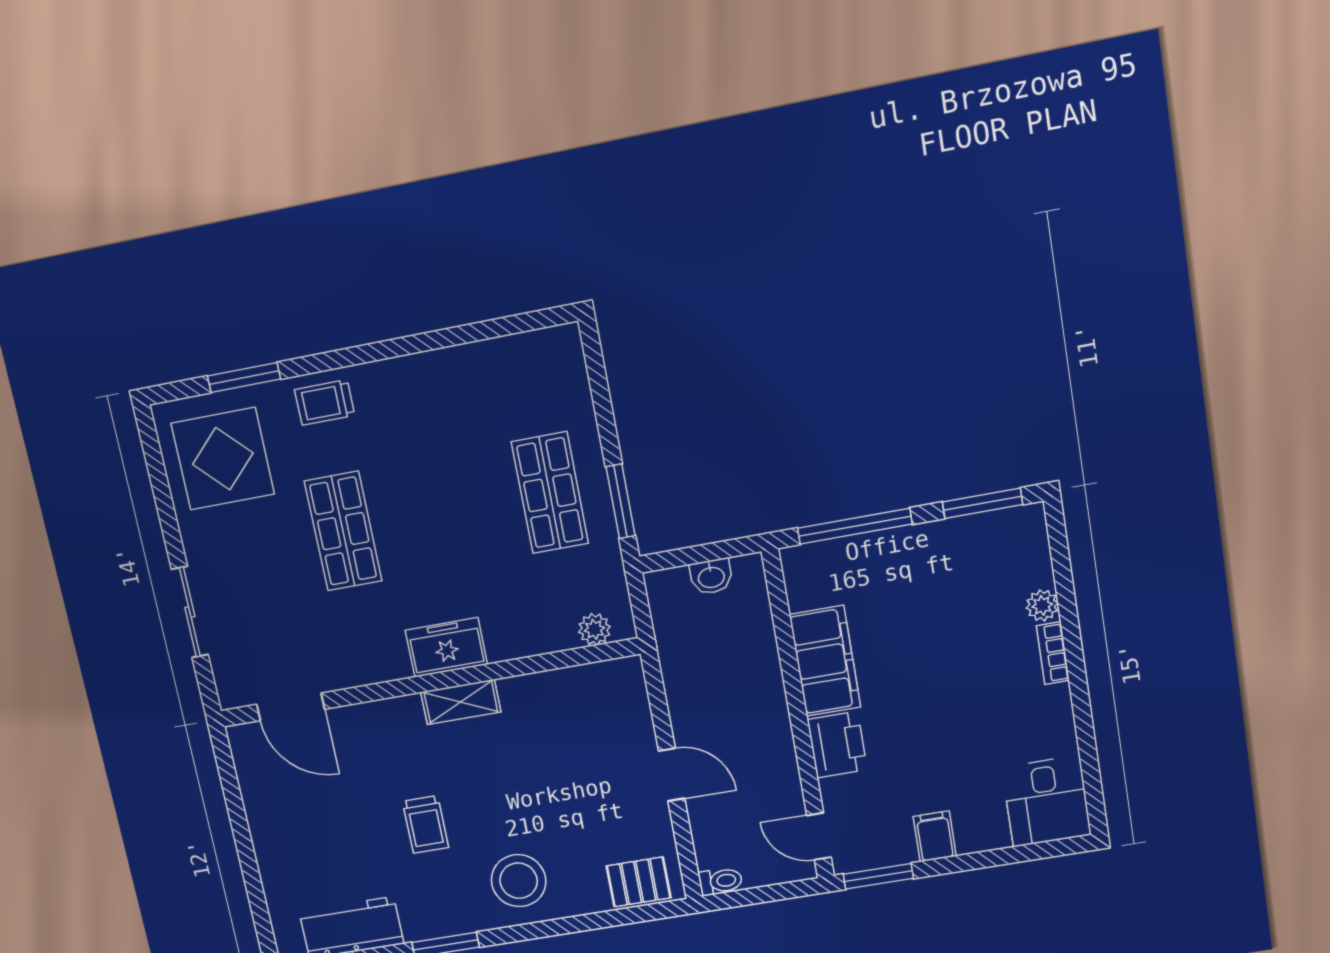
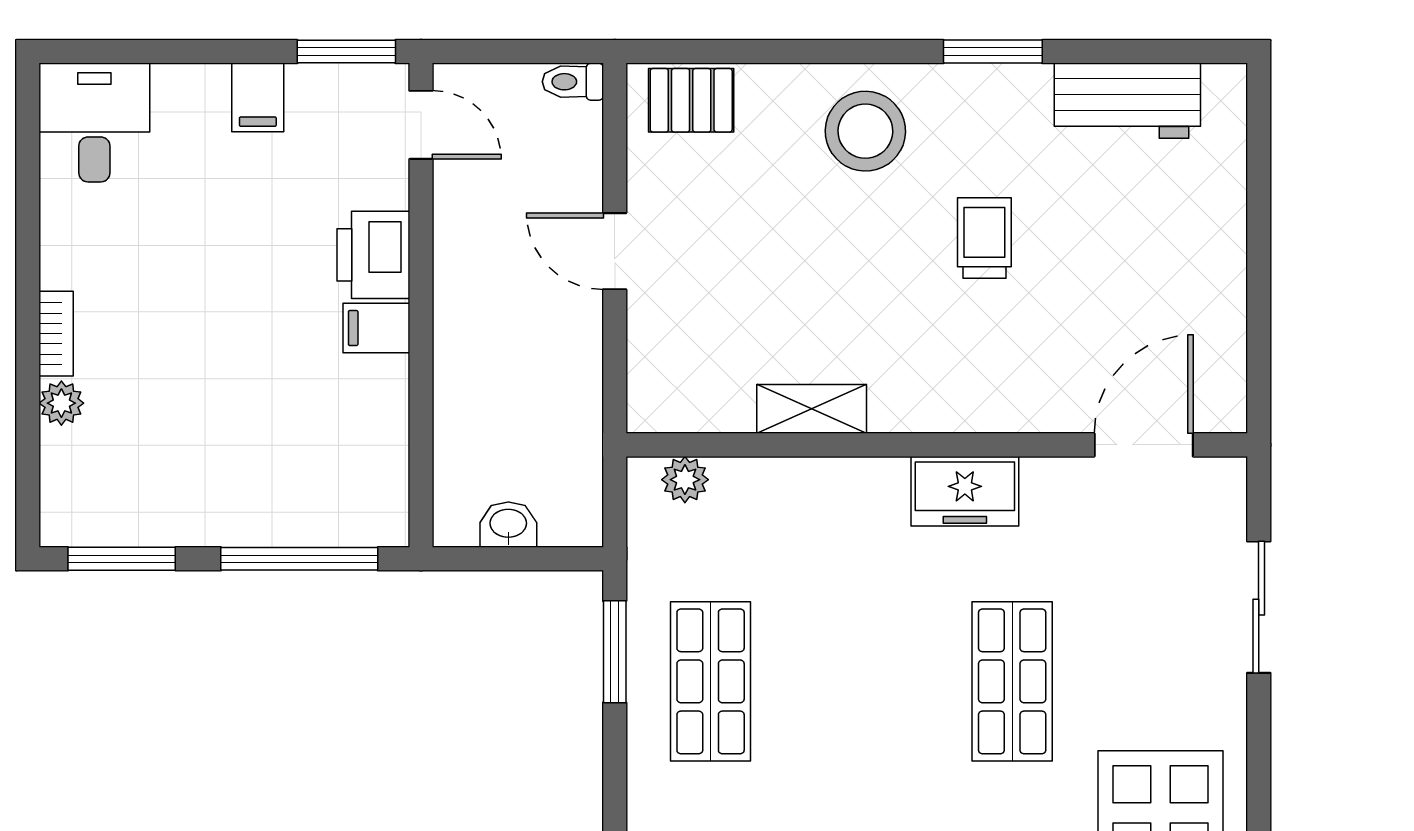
freezer: (446, 647) -> (965, 491), moved
filing cabinet: (825, 661) -> (376, 328), width x0.33, depth x0.86
shelving: (461, 702) -> (812, 409), moved
door: (291, 707) -> (1144, 445), hinge flipped

